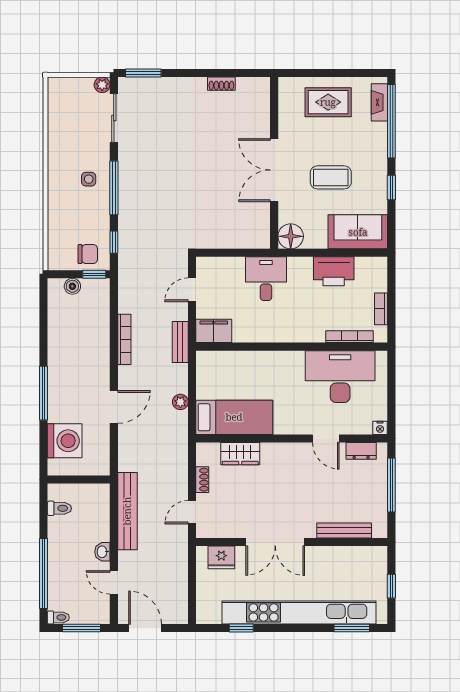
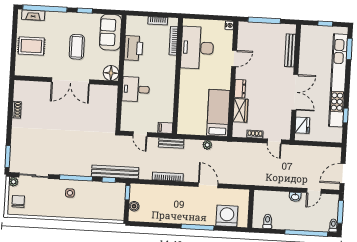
rug: (328, 102) -> (31, 46), turned 90
chair: (88, 254) -> (18, 201), moved
filing cabinet: (214, 331) -> (165, 128), width x0.50
dresser: (361, 451) -> (240, 89), moved
bench: (127, 511) -> (115, 172), moved

